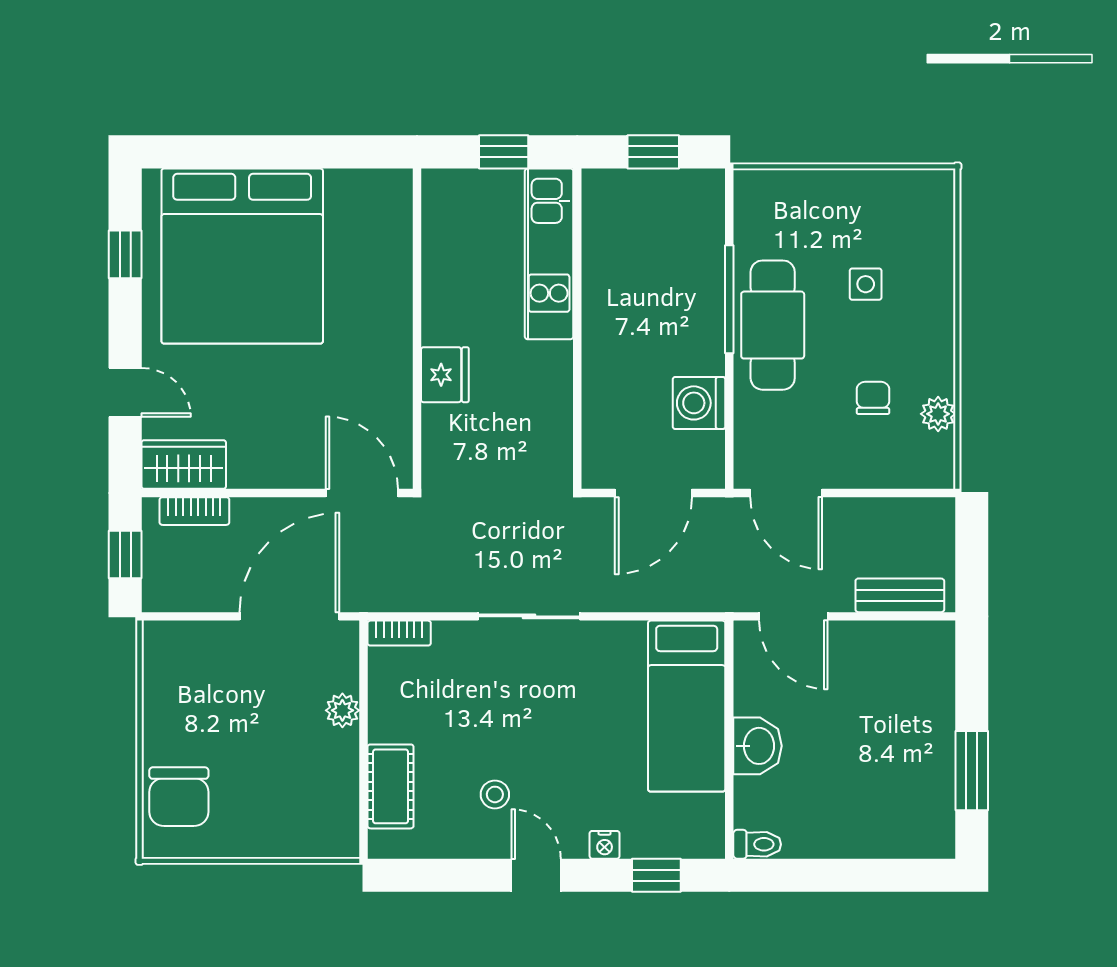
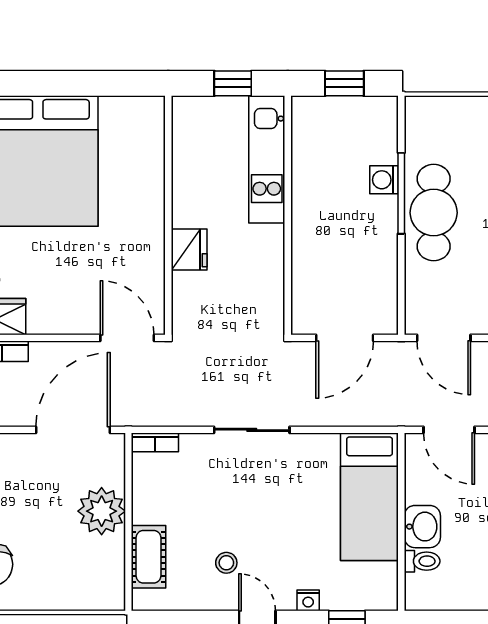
washing machine: (699, 403) -> (384, 180), moved, width x0.73, depth x0.73
plant: (342, 710) -> (102, 511), width x1.87, depth x1.87
toilet: (757, 844) -> (422, 561), moved

